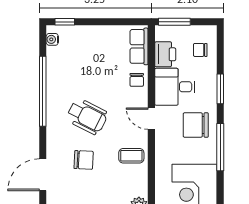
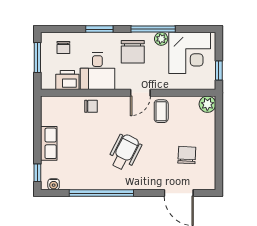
window: (174, 22) -> (37, 57), moved
row of seats: (139, 46) -> (49, 143), moved, turned -90
door: (151, 119) -> (140, 93), moved
plant: (210, 156) -> (161, 39), added
chair: (84, 160) -> (187, 155), moved

